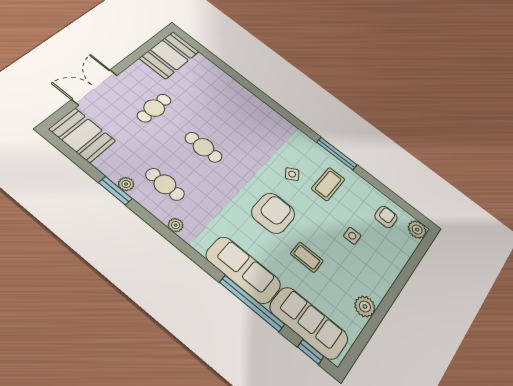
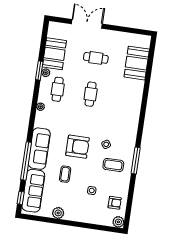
booth: (169, 55) -> (137, 63), moved, turned 90
booth: (82, 135) -> (54, 54), moved

